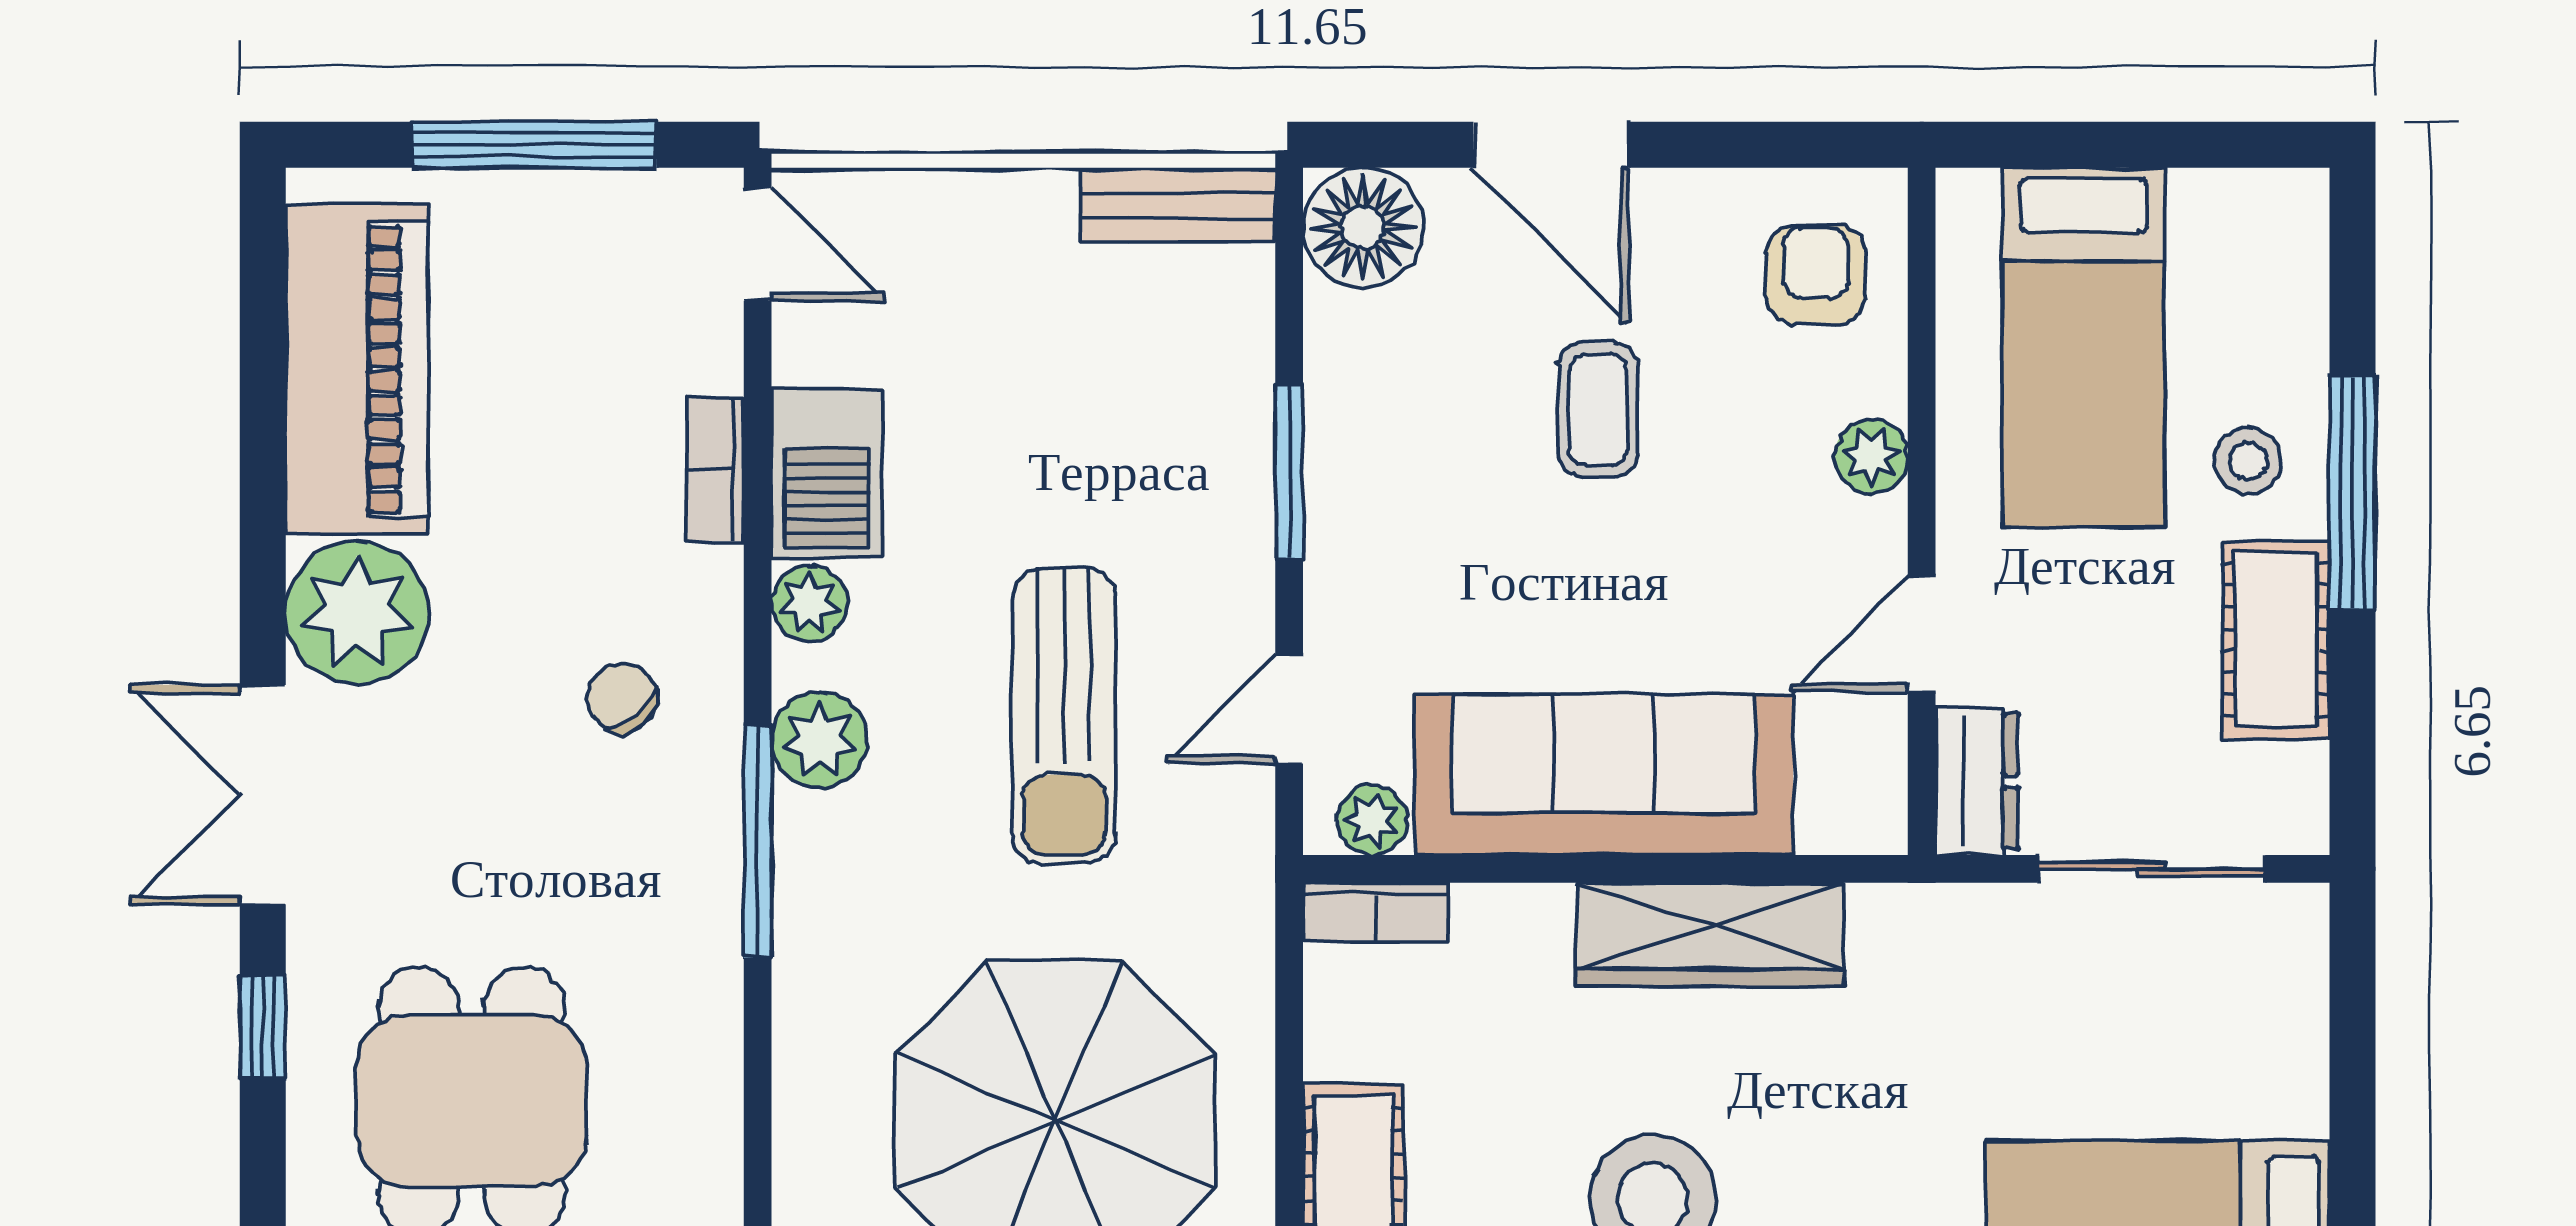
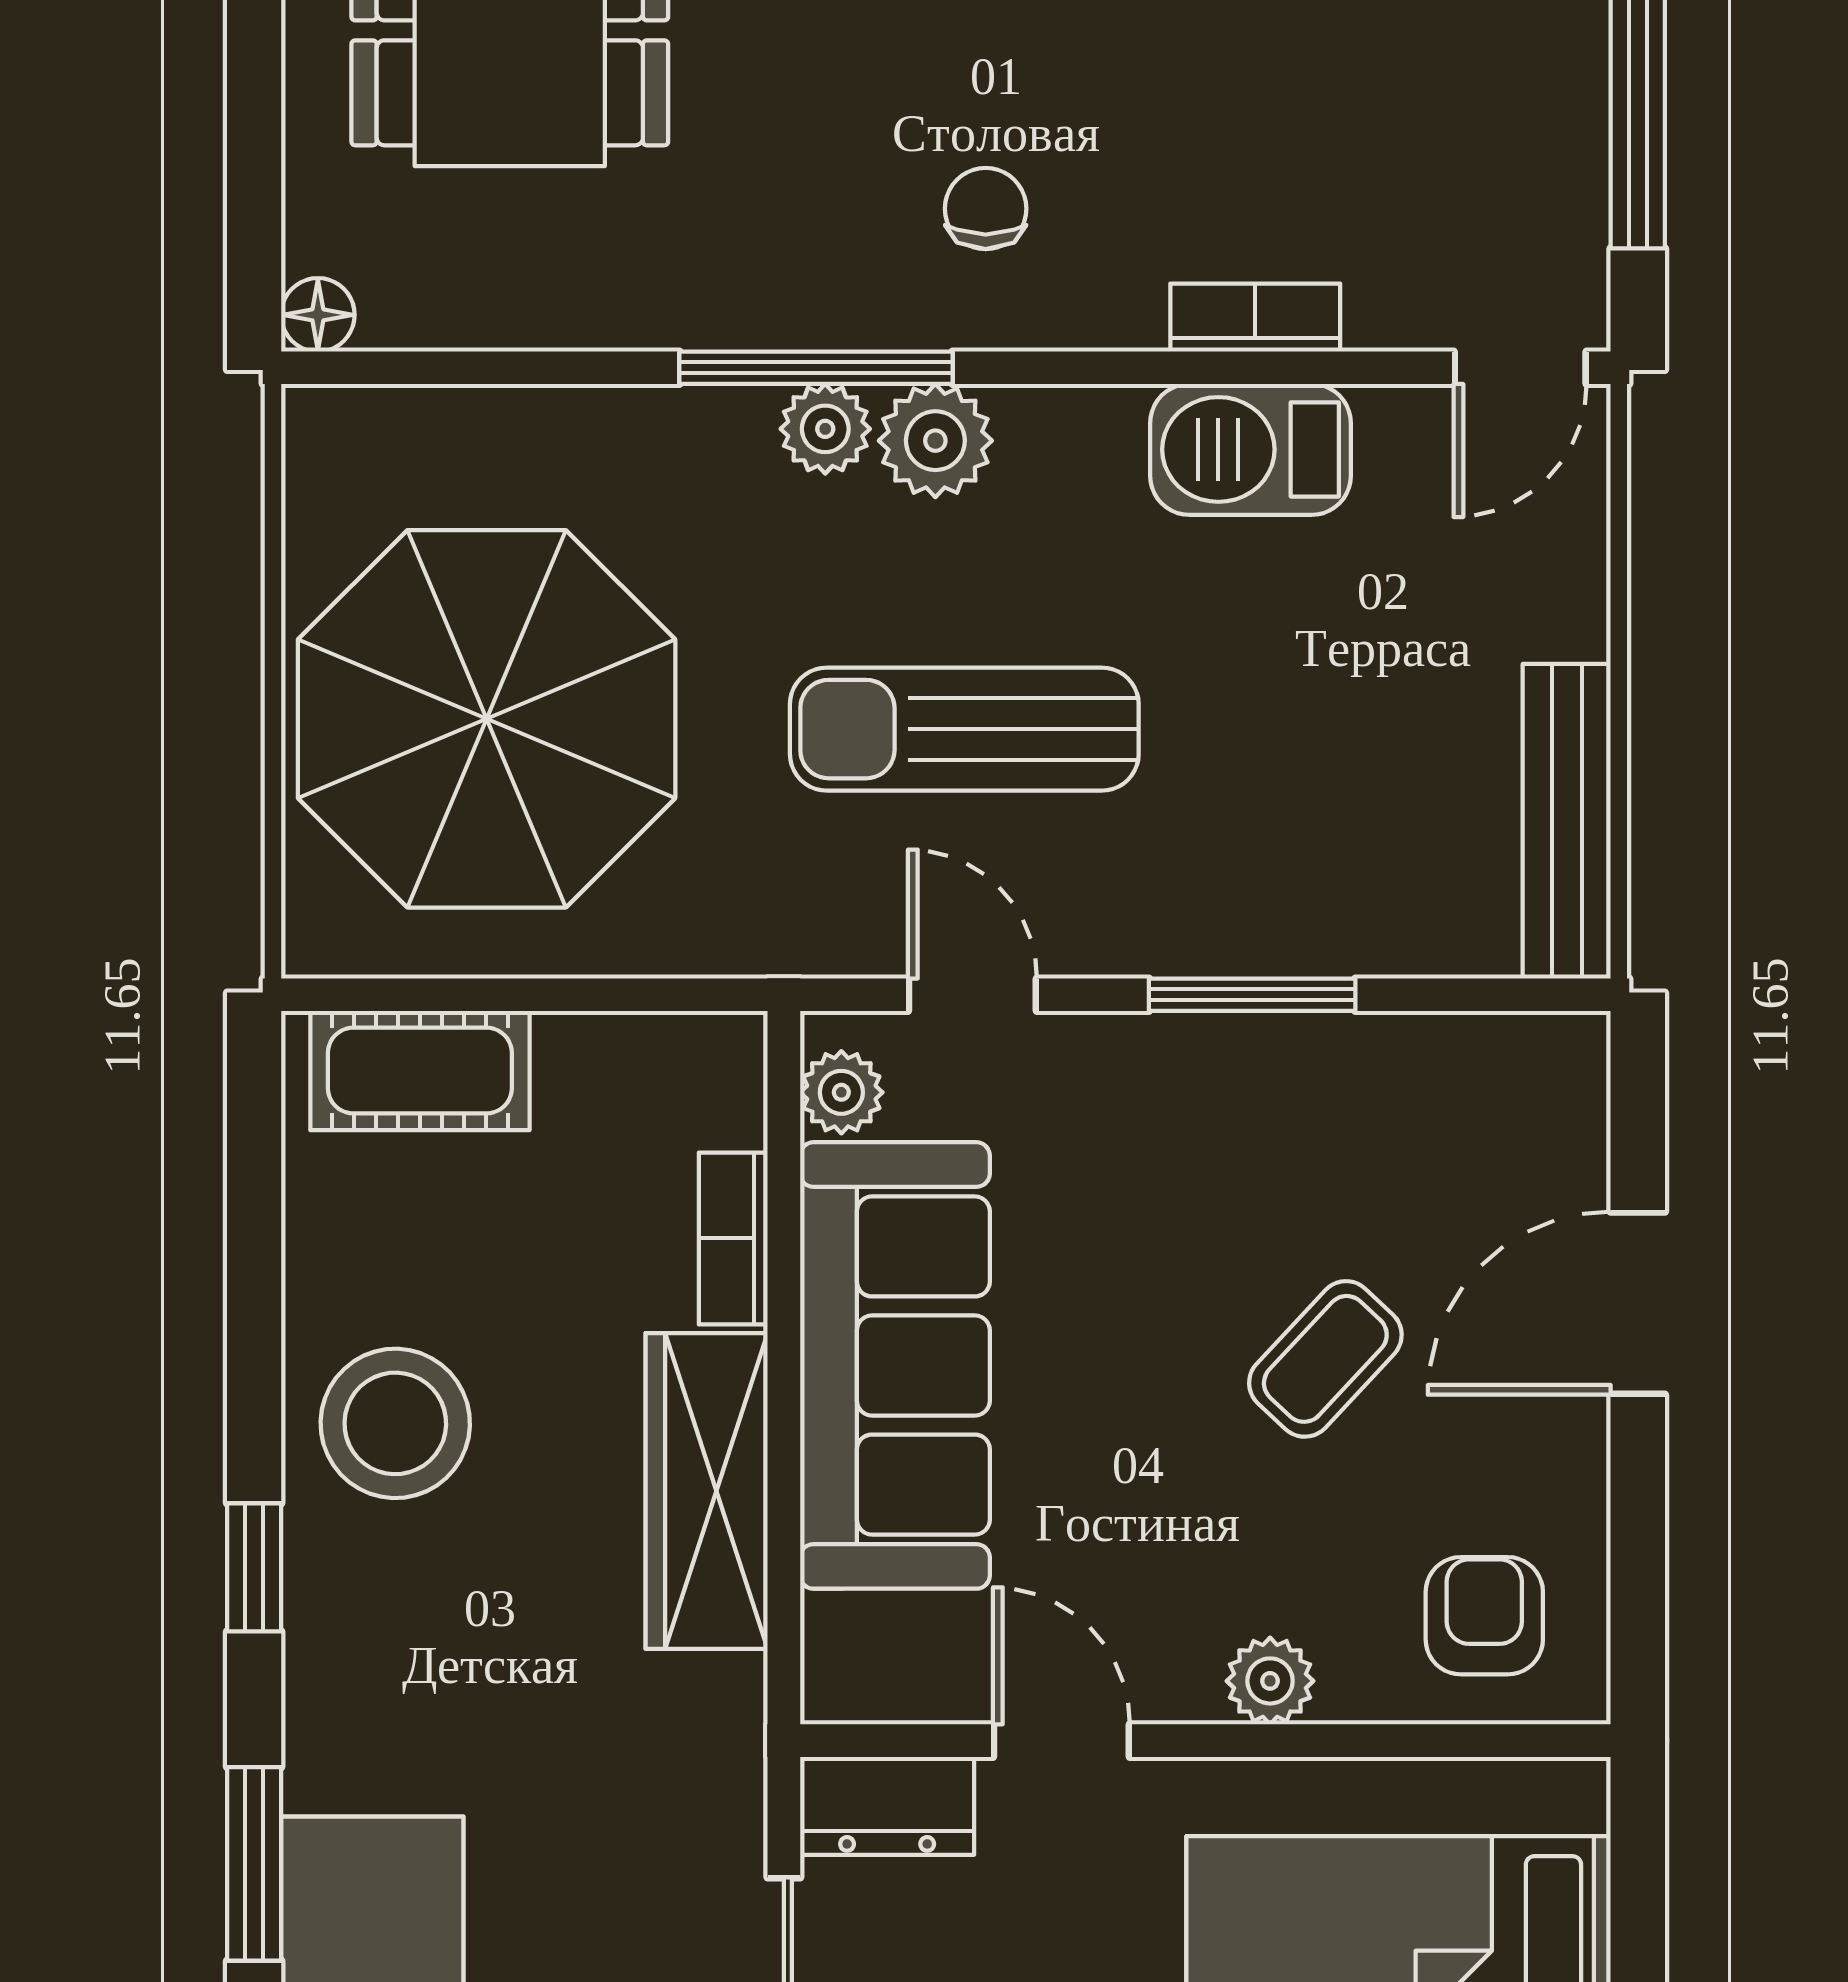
bench: (1178, 205) -> (1567, 821), width x1.36
floor lamp: (1363, 228) -> (1540, 1082), removed
armchair: (1816, 275) -> (1484, 1616), turned -90
coffee table: (1598, 410) -> (1325, 1359), turned -47
plant: (809, 604) -> (825, 429), moved
chair: (623, 698) -> (986, 209), turned -51
bookcase: (1376, 912) -> (733, 1238), moved

